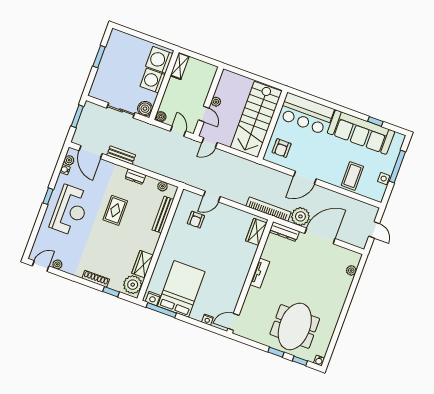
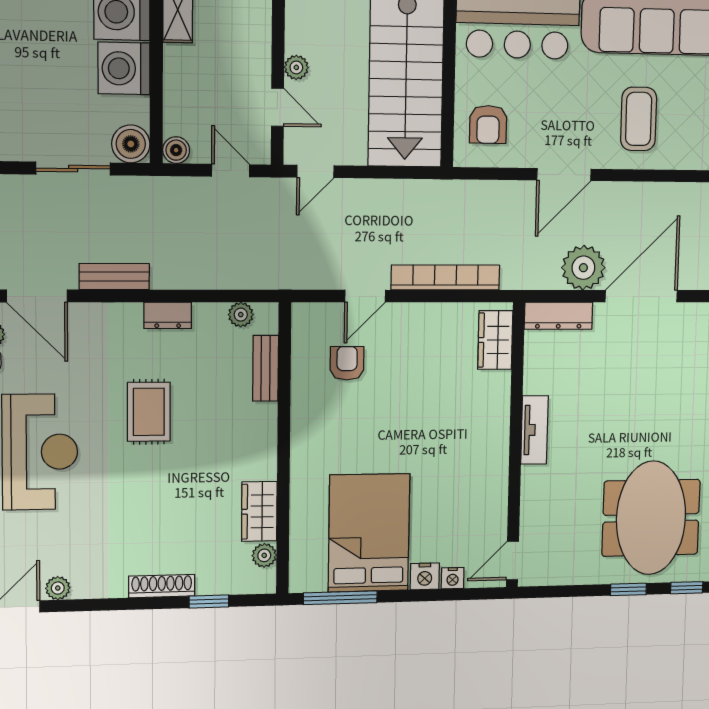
coffee table: (352, 176) -> (639, 119), moved
bookcase: (269, 209) -> (445, 278), moved
bench: (163, 215) -> (266, 368), width x0.73
armchair: (196, 220) -> (347, 363), turned 180
plant: (133, 285) -> (264, 555), width x0.53, depth x0.53
nightstand: (153, 299) -> (425, 576), moved

